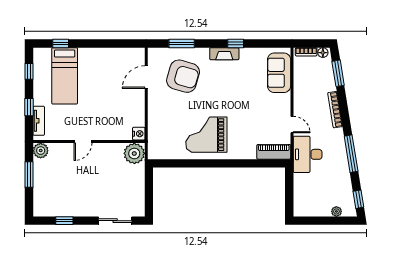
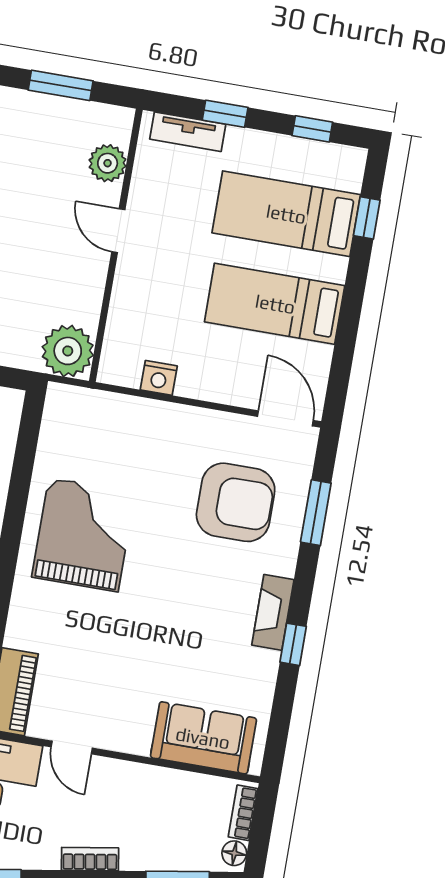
bed: (101, 74) -> (275, 304), added
armchair: (183, 76) -> (236, 502), turned -106
door: (146, 77) -> (285, 418), moved
bookcase: (335, 110) -> (90, 859), width x0.64
door: (292, 125) -> (72, 747), hinge flipped
nightstand: (139, 134) -> (159, 378), moved
plant: (41, 151) -> (108, 163), moved

